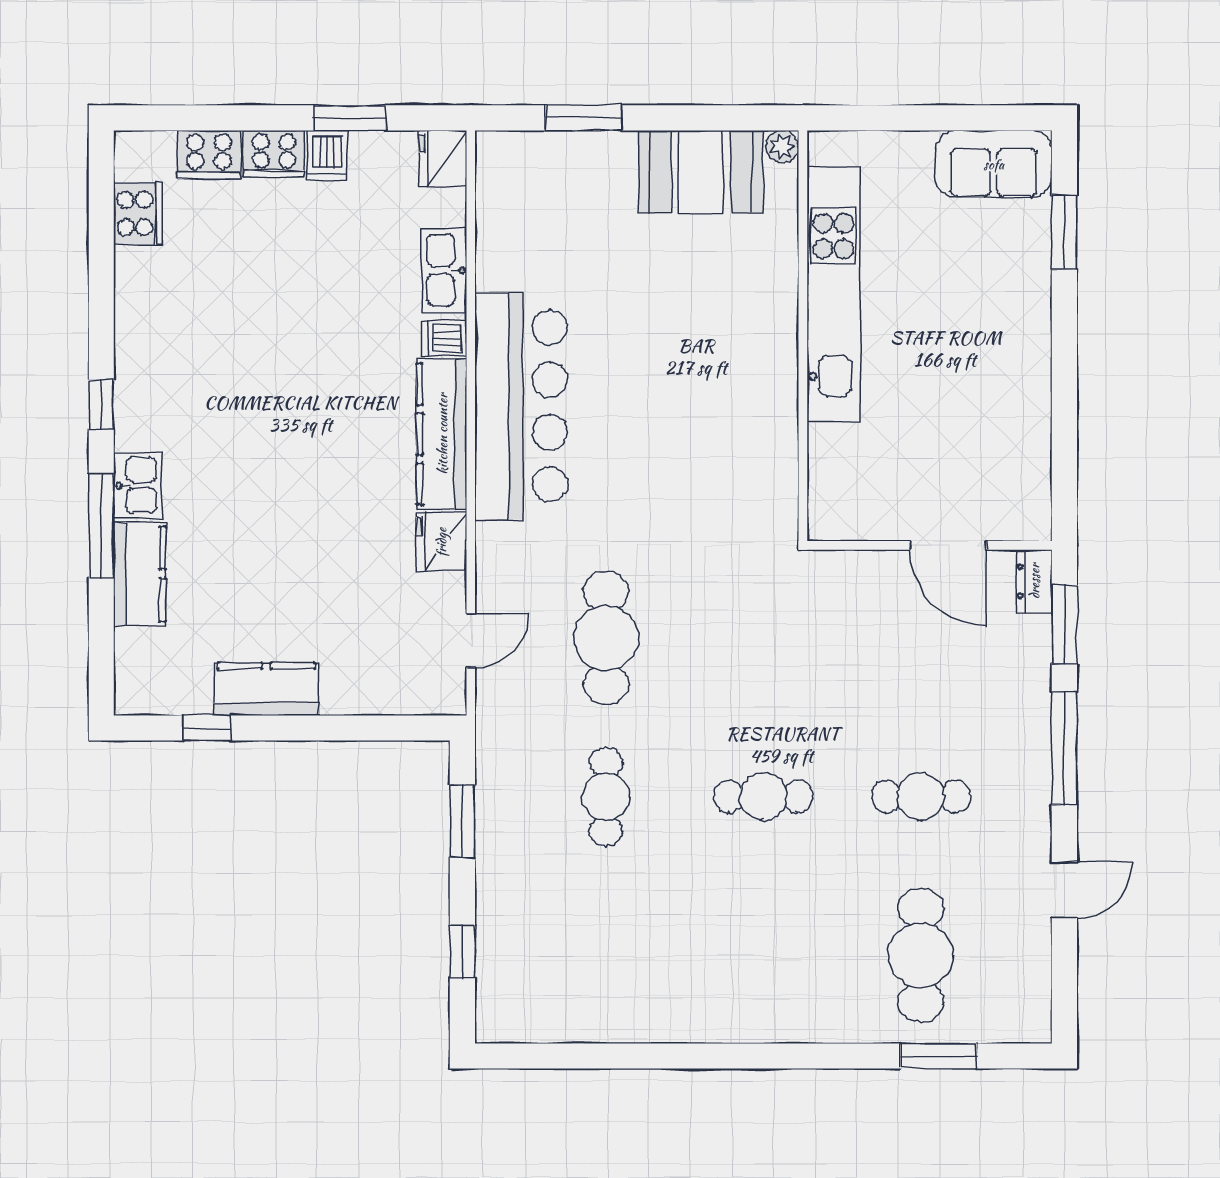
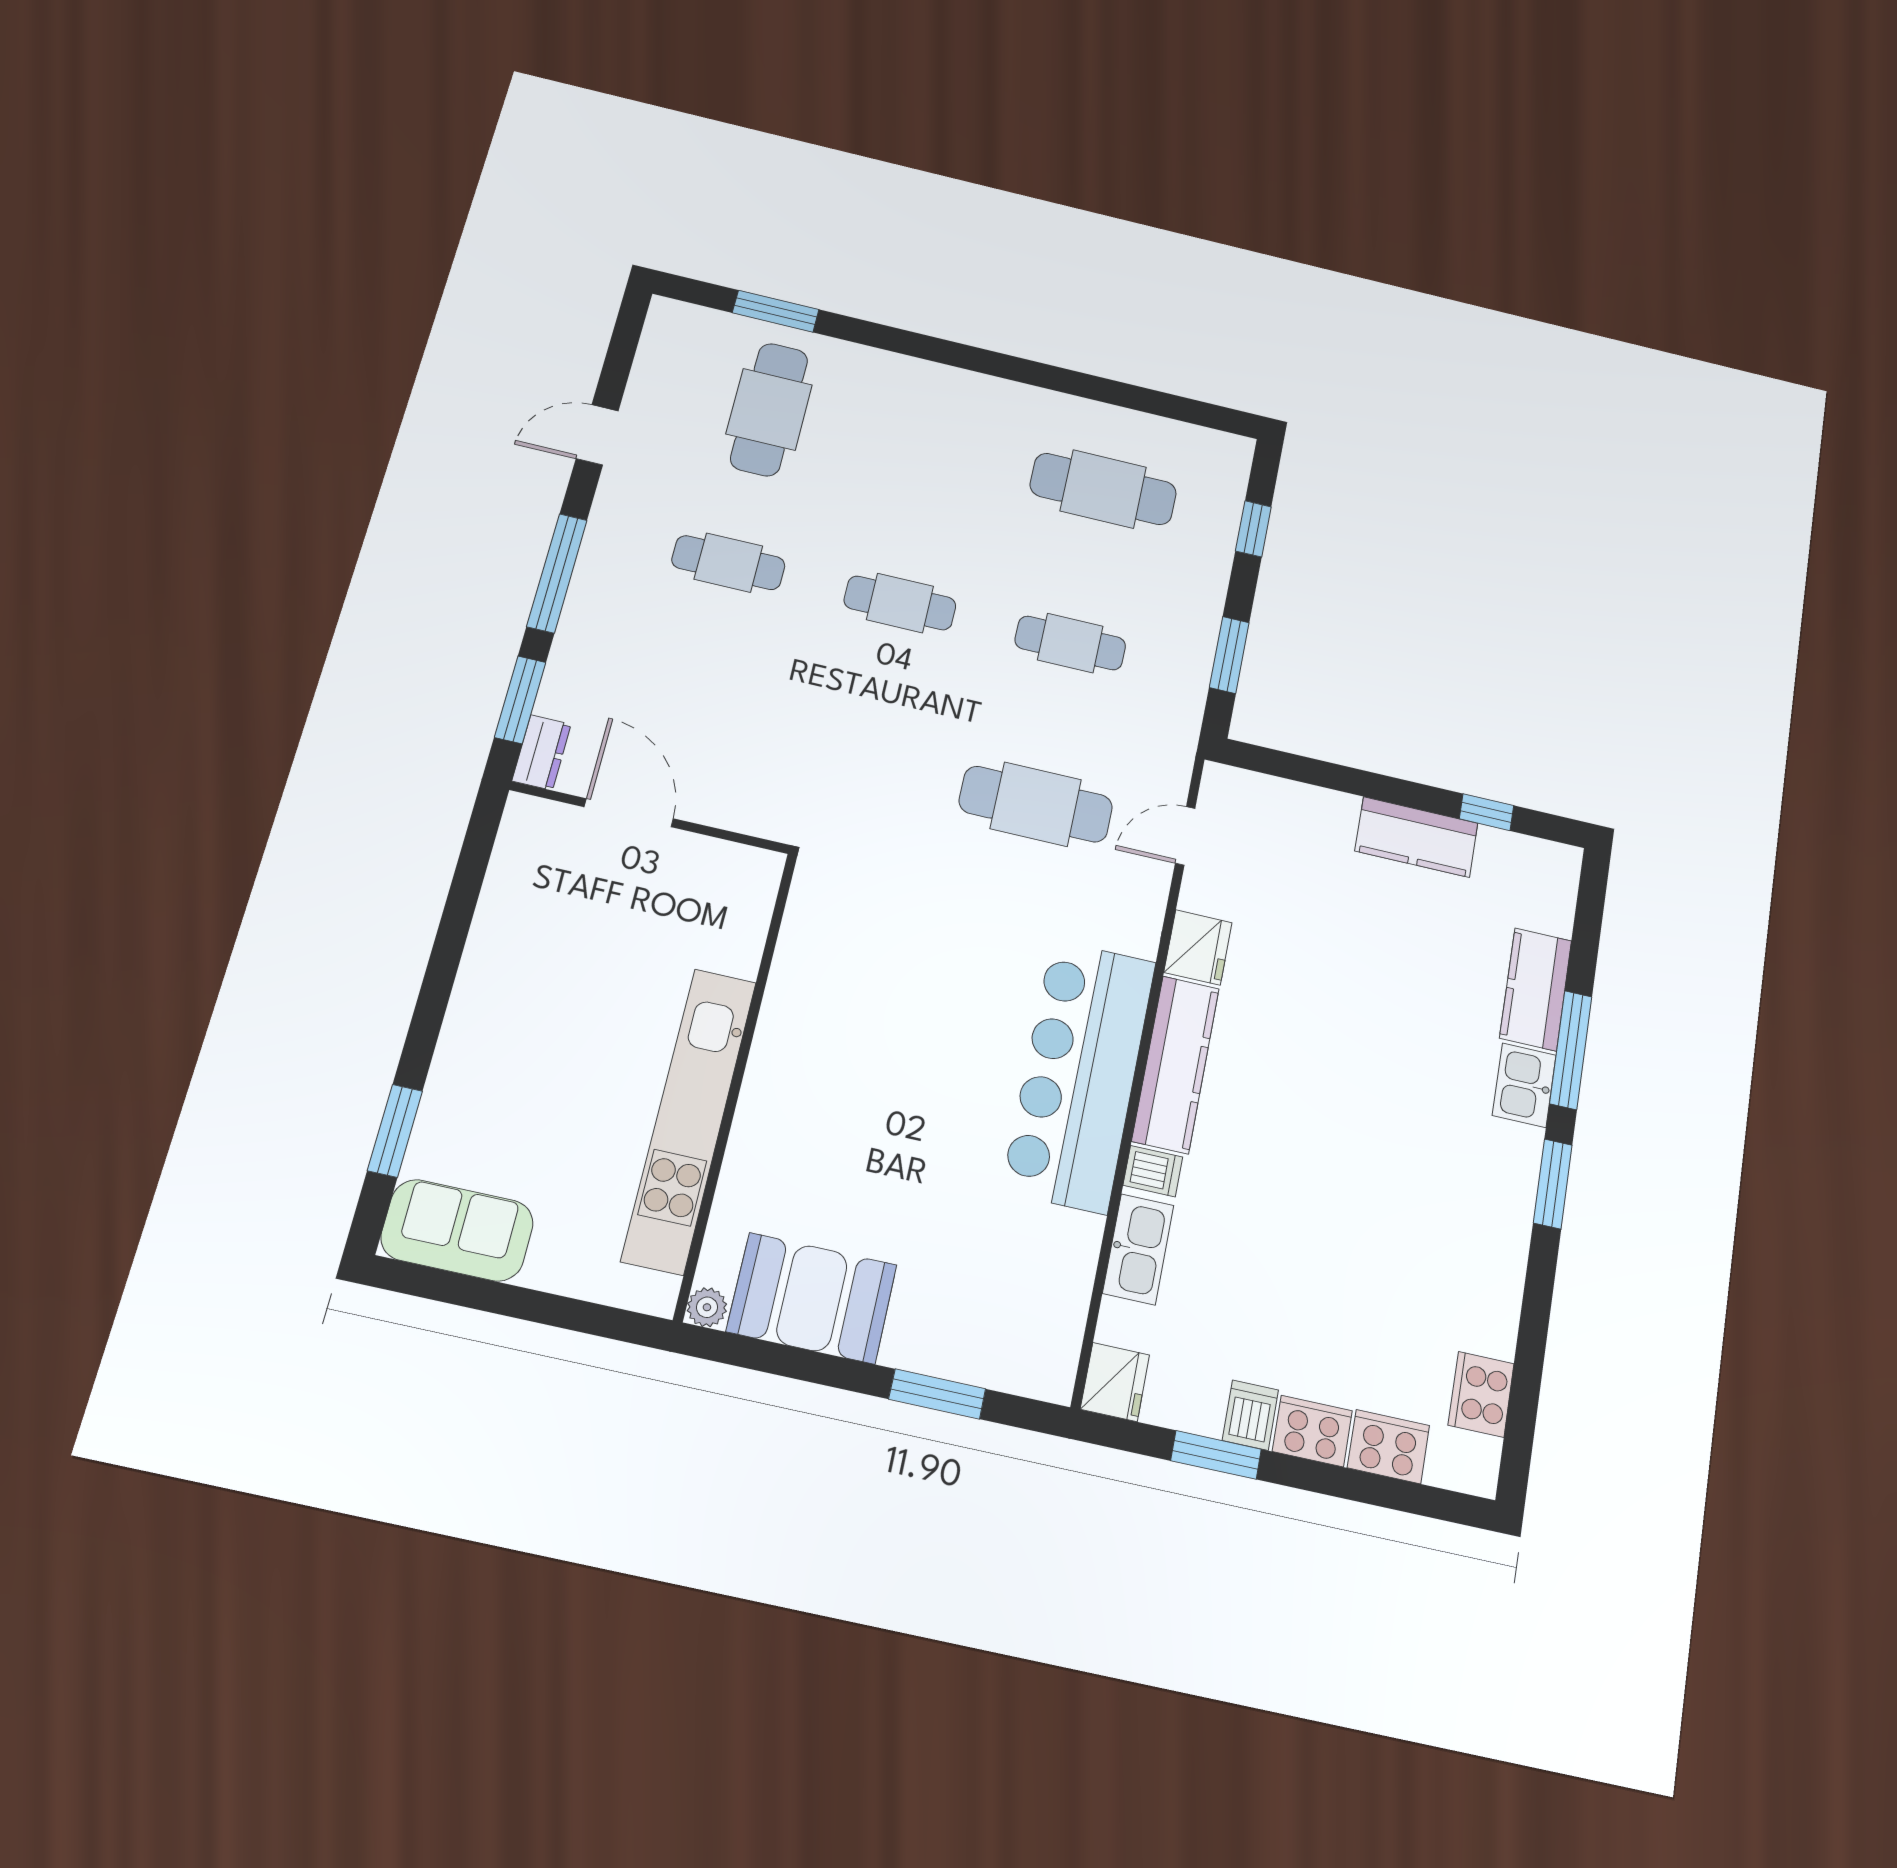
window: (101, 404) -> (1553, 1184), width x1.50
cafe table: (606, 638) -> (1036, 804), turned 90
cafe table: (606, 797) -> (1070, 643), turned 90
cafe table: (606, 955) -> (1103, 489), added

